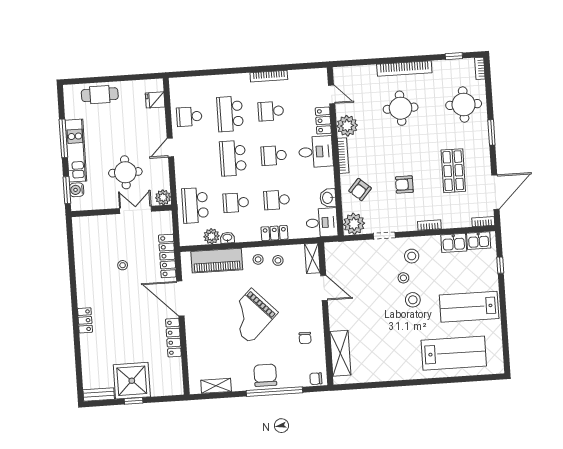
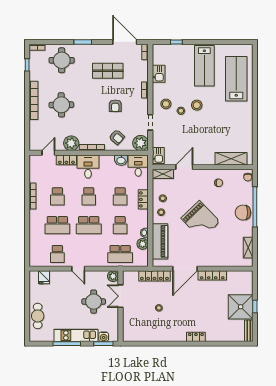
kitchen sink: (479, 241) -> (158, 155), moved

